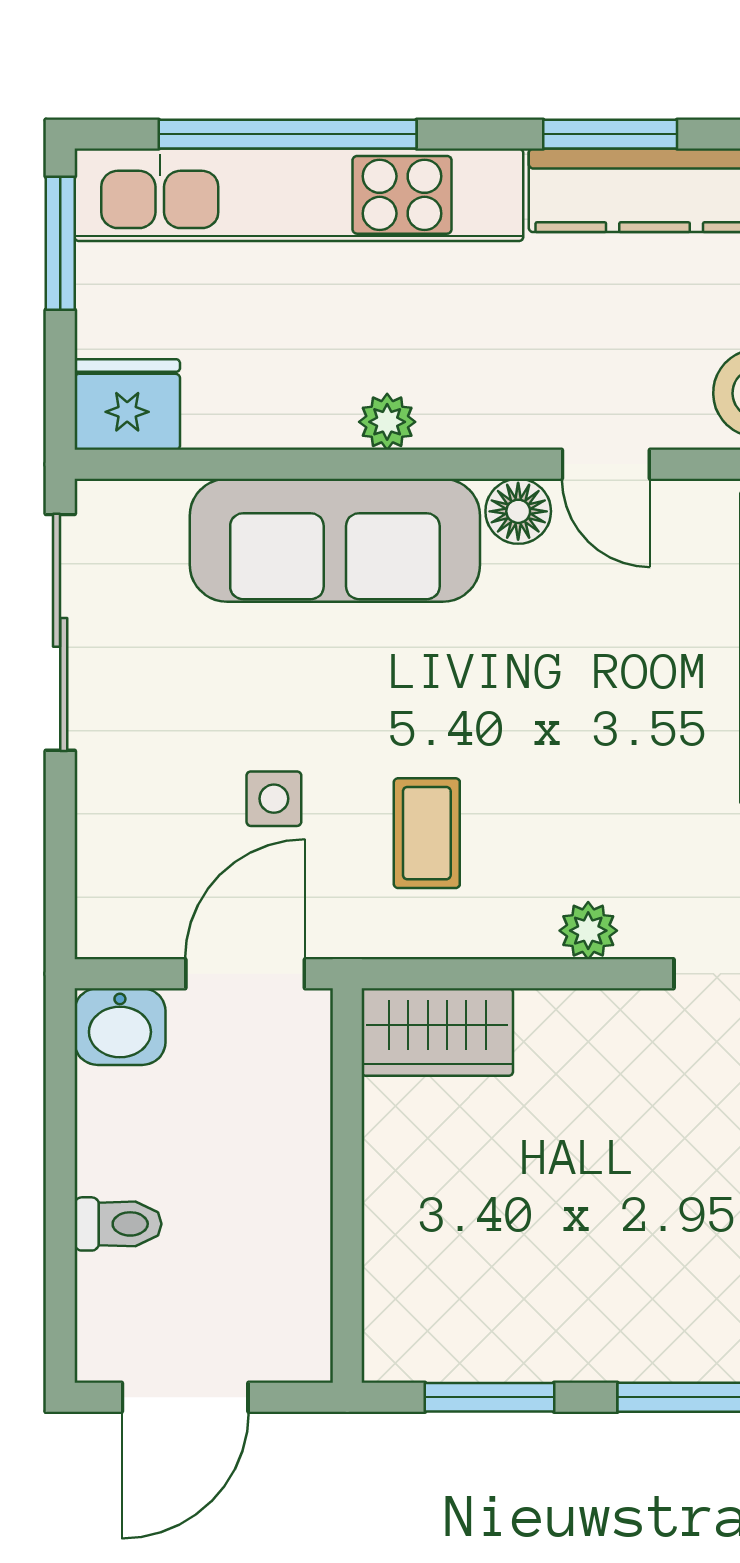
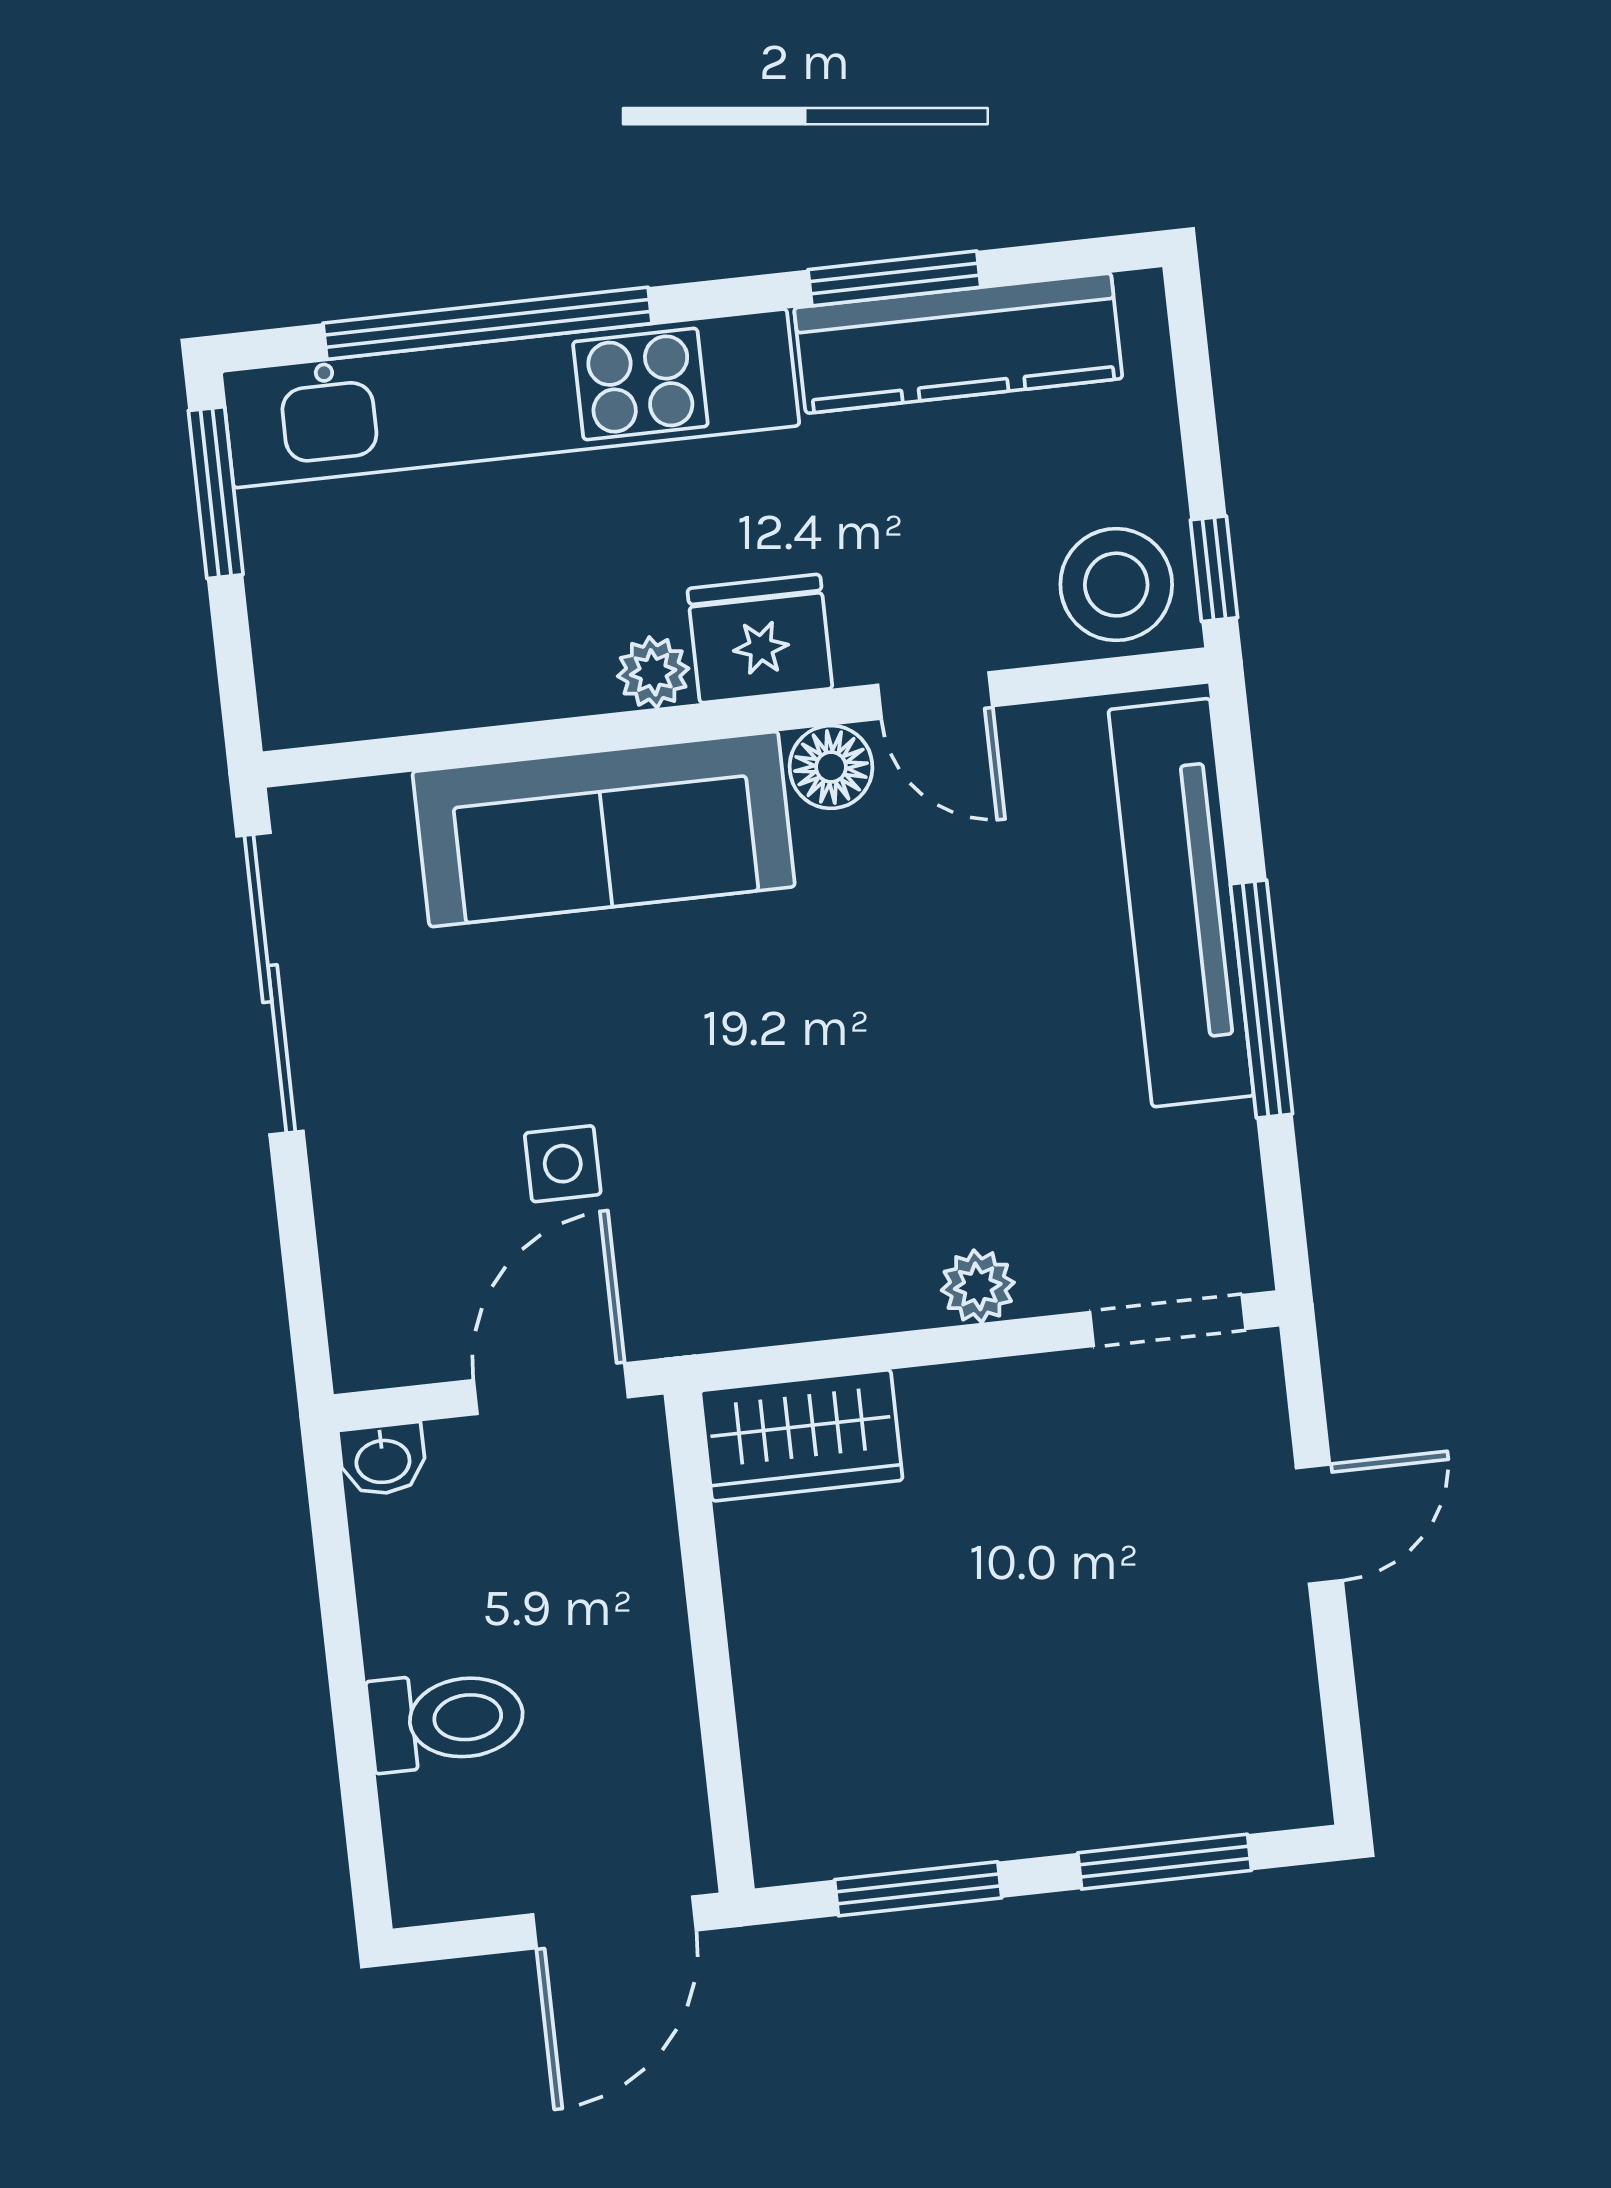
fridge: (127, 405) -> (760, 639), moved
coffee table: (427, 833) -> (761, 1186), removed
washbasin: (120, 1027) -> (383, 1459), width x0.72, depth x0.69
toilet: (118, 1224) -> (446, 1720), width x1.37, depth x1.39
door: (185, 1397) -> (615, 1922), moved

